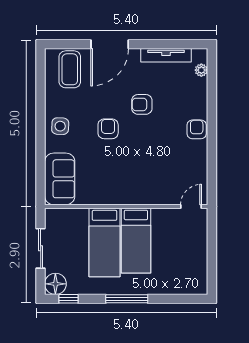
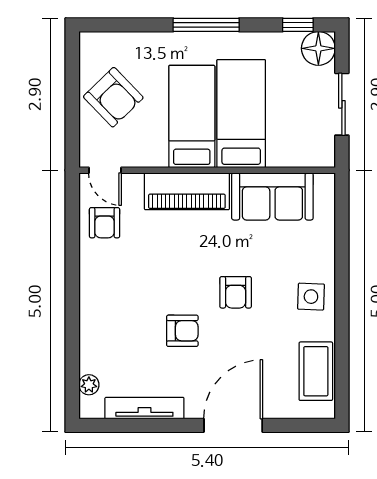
coffee table: (70, 69) -> (316, 371), moved
armchair: (197, 129) -> (105, 223), moved
sofa: (60, 179) -> (272, 196), moved, turned -90
piano: (139, 193) -> (187, 191), added
door: (191, 206) -> (105, 170), hinge flipped
armchair: (186, 253) -> (113, 97), added

